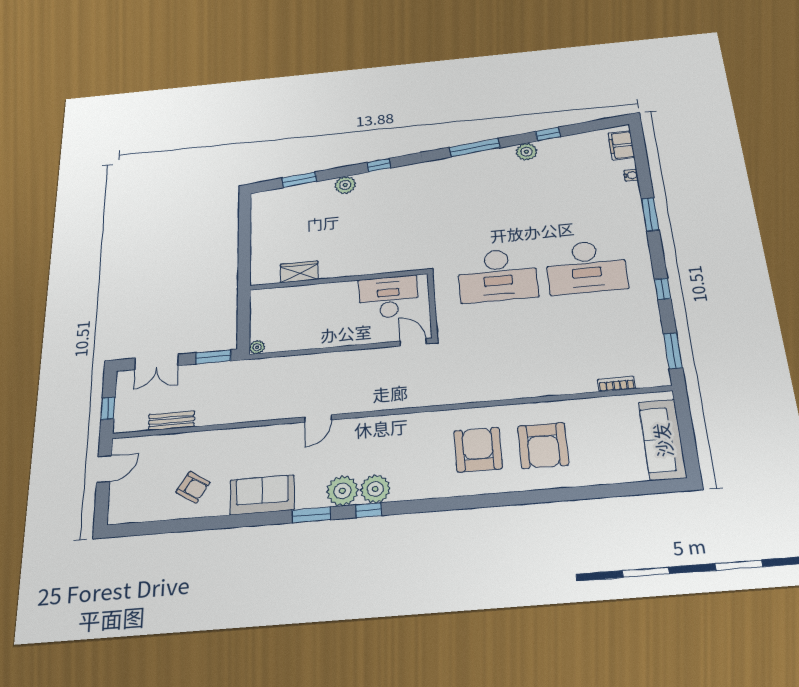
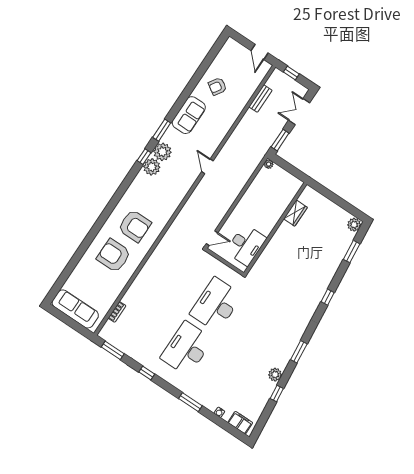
window: (475, 148) -> (299, 352), width x0.69
plant: (345, 185) -> (354, 225), moved

